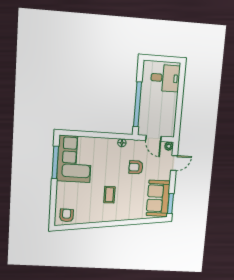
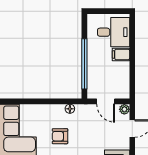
filing cabinet: (170, 98) -> (121, 54), added
armchair: (136, 167) -> (60, 136), moved

